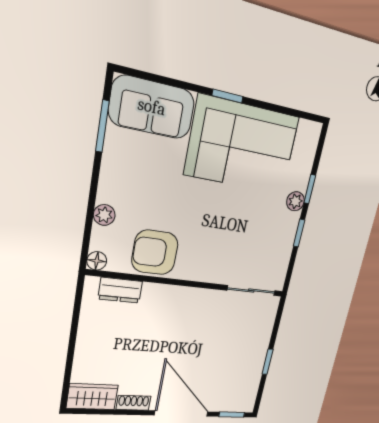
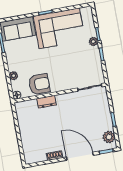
armchair: (155, 252) -> (39, 84), turned 180
dresser: (120, 290) -> (46, 102), moved
plant: (247, 391) -> (109, 137), added
wardrobe: (92, 397) -> (35, 157), removed

